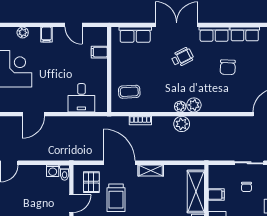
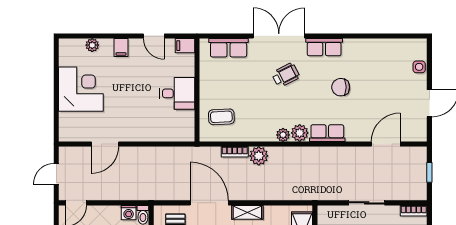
row of seats: (245, 34) -> (327, 133), moved, turned 180
filing cabinet: (99, 52) -> (185, 46), moved
chair: (228, 67) -> (341, 87), turned 88
desk: (81, 98) -> (177, 93), moved, turned -90
plant: (182, 124) -> (259, 156), moved

